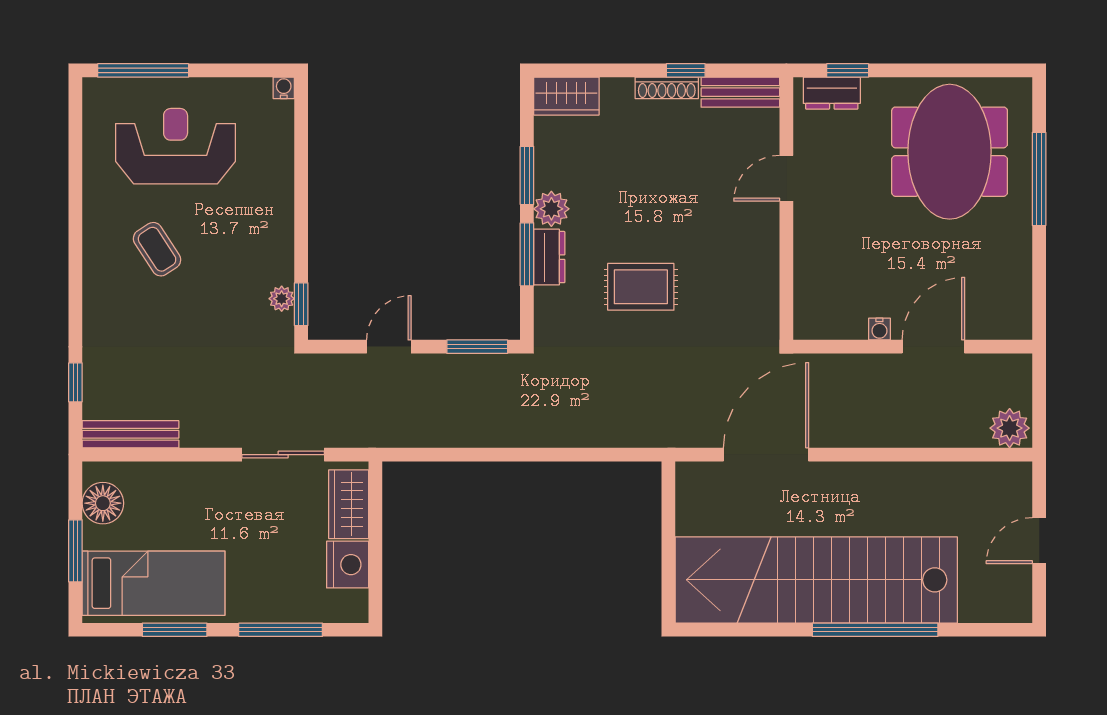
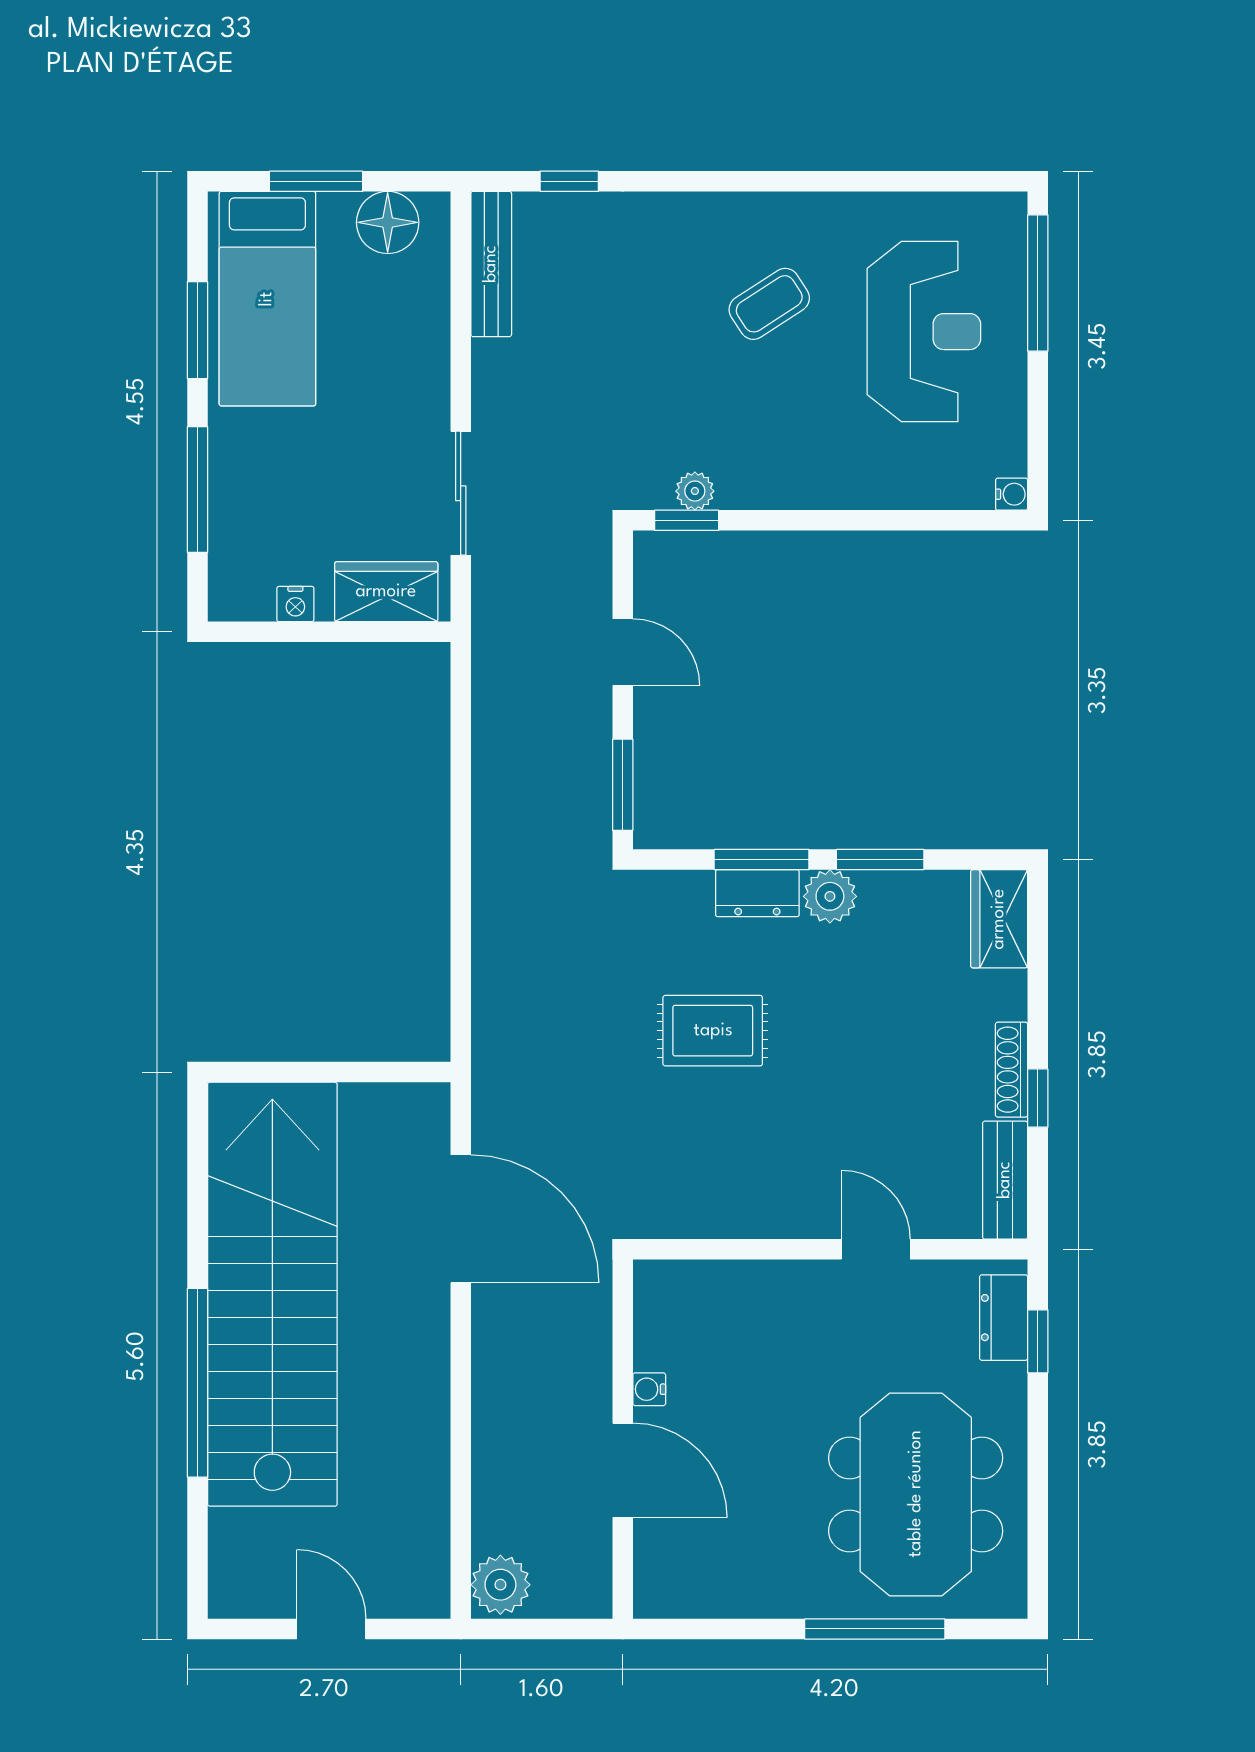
meeting table: (950, 152) -> (916, 1494), turned 90
rug: (641, 287) -> (713, 1031), turned 90
nightstand: (348, 565) -> (295, 604), width x0.53, depth x0.56

